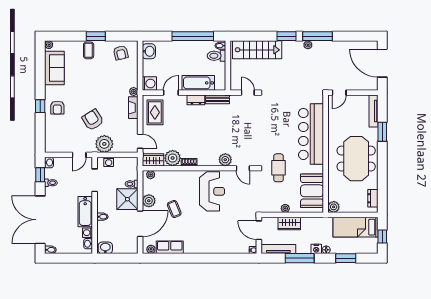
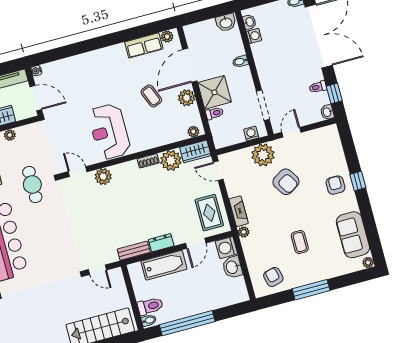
window: (96, 36) -> (311, 290), width x1.44
coffee table: (89, 50) -> (300, 242), moved
washbasin: (149, 51) -> (232, 267), moved
bathtub: (85, 212) -> (264, 62), removed

